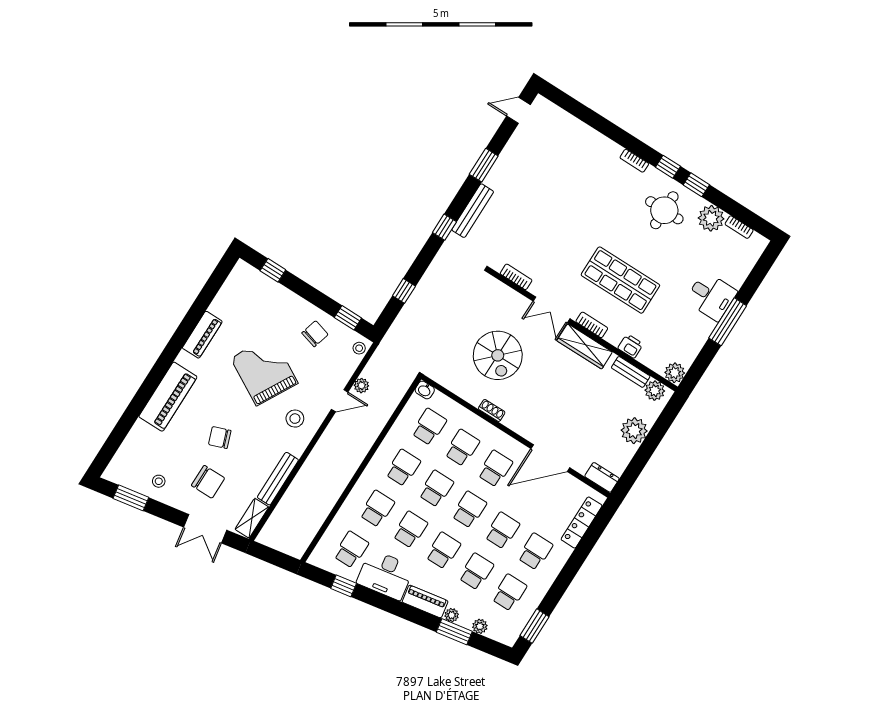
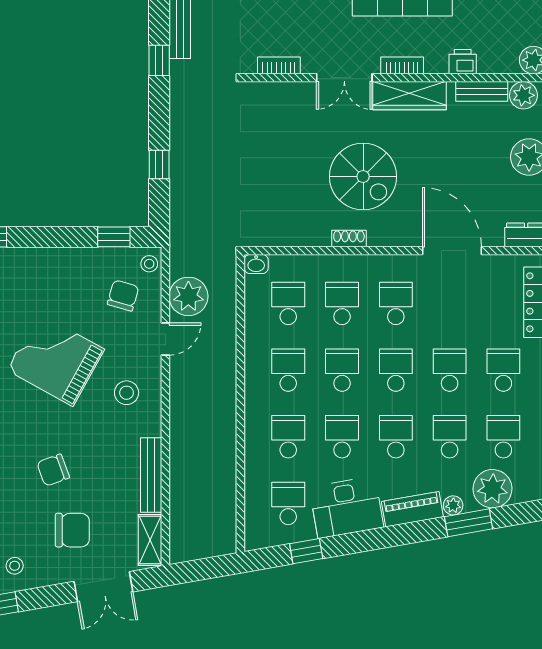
chair: (315, 334) -> (123, 296), moved
spiral stairs: (498, 355) -> (363, 177), moved
plant: (361, 386) -> (188, 296), width x1.87, depth x1.87
door: (550, 458) -> (452, 251), swing flipped
plant: (480, 626) -> (493, 489), width x1.88, depth x1.88

